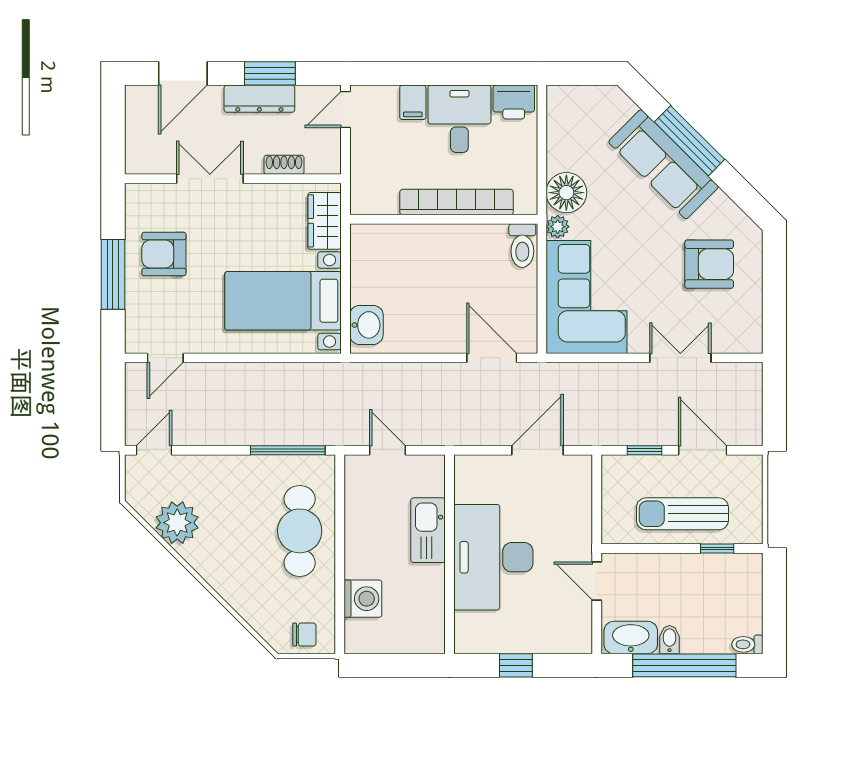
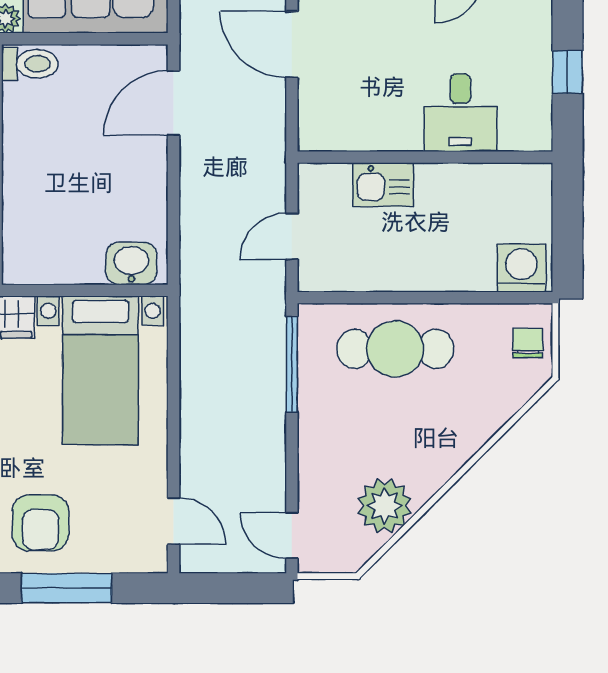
kitchen sink: (428, 530) -> (383, 185), width x0.73
desk: (493, 557) -> (460, 113), width x0.53, depth x0.77
washing machine: (363, 599) -> (521, 268), moved

